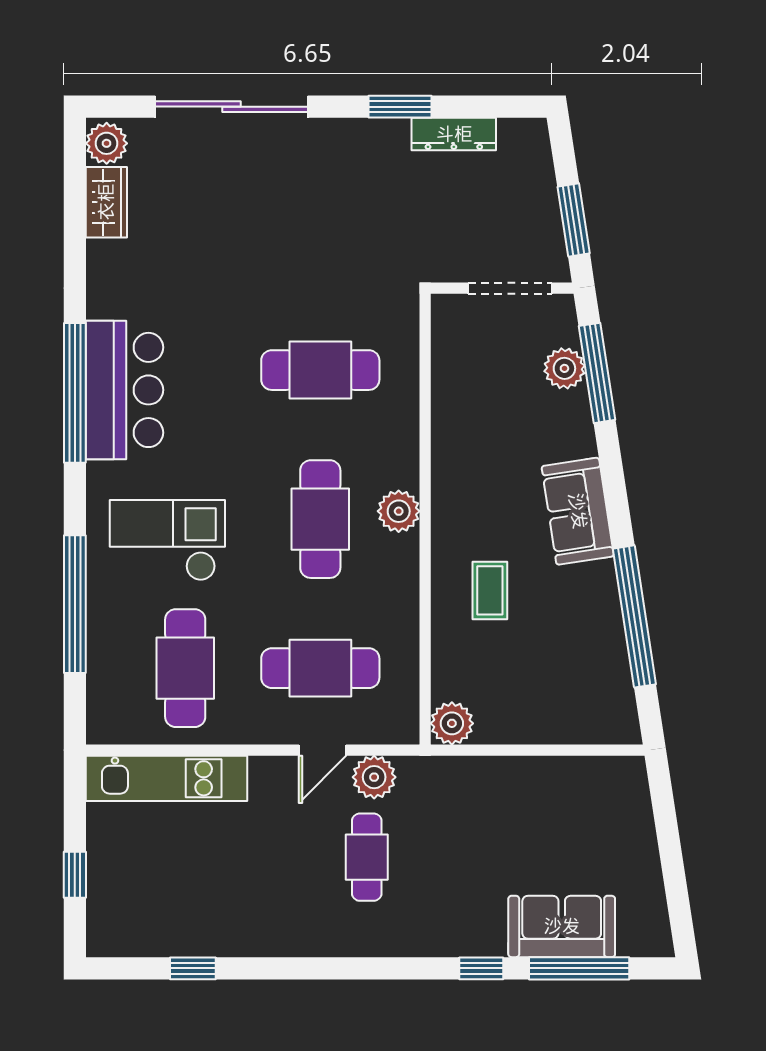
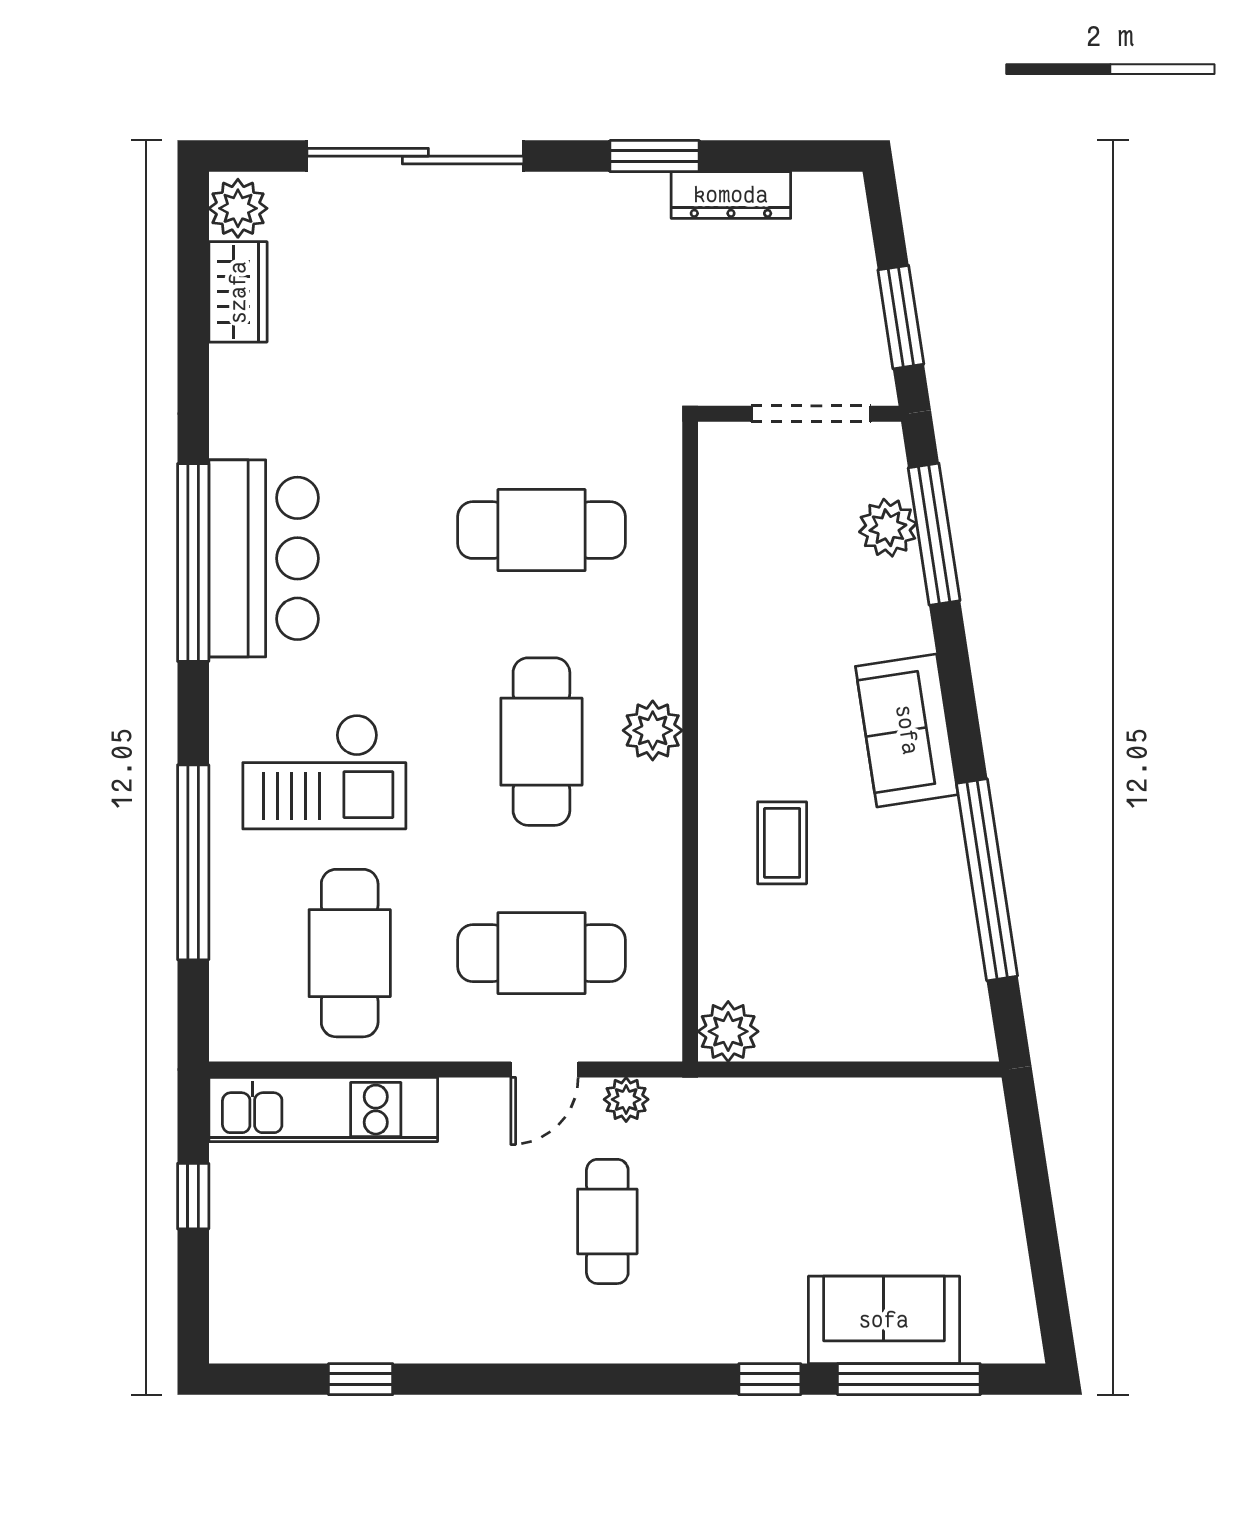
checkout: (167, 540) -> (324, 772), turned 180
plant: (374, 777) -> (626, 1099), width x0.73, depth x0.73
window: (75, 875) -> (193, 1196), moved

